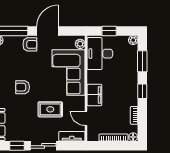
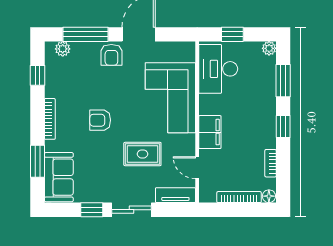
armchair: (30, 44) -> (111, 55), turned 90
plant: (80, 44) -> (188, 54), removed

